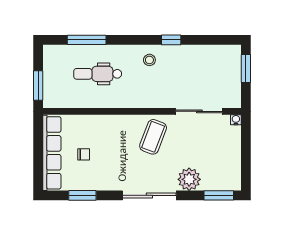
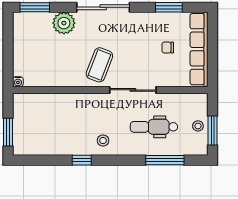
dental chair: (98, 74) -> (154, 127), turned 180
stool: (53, 75) -> (198, 126), added
window: (38, 86) -> (213, 130), moved
sliding door: (199, 111) -> (133, 90), moved

